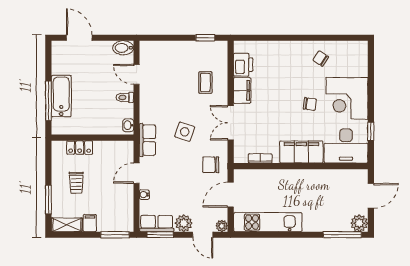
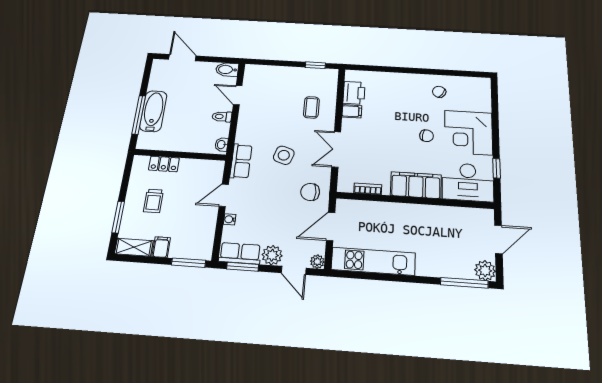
filing cabinet: (242, 90) -> (352, 111), width x0.50

